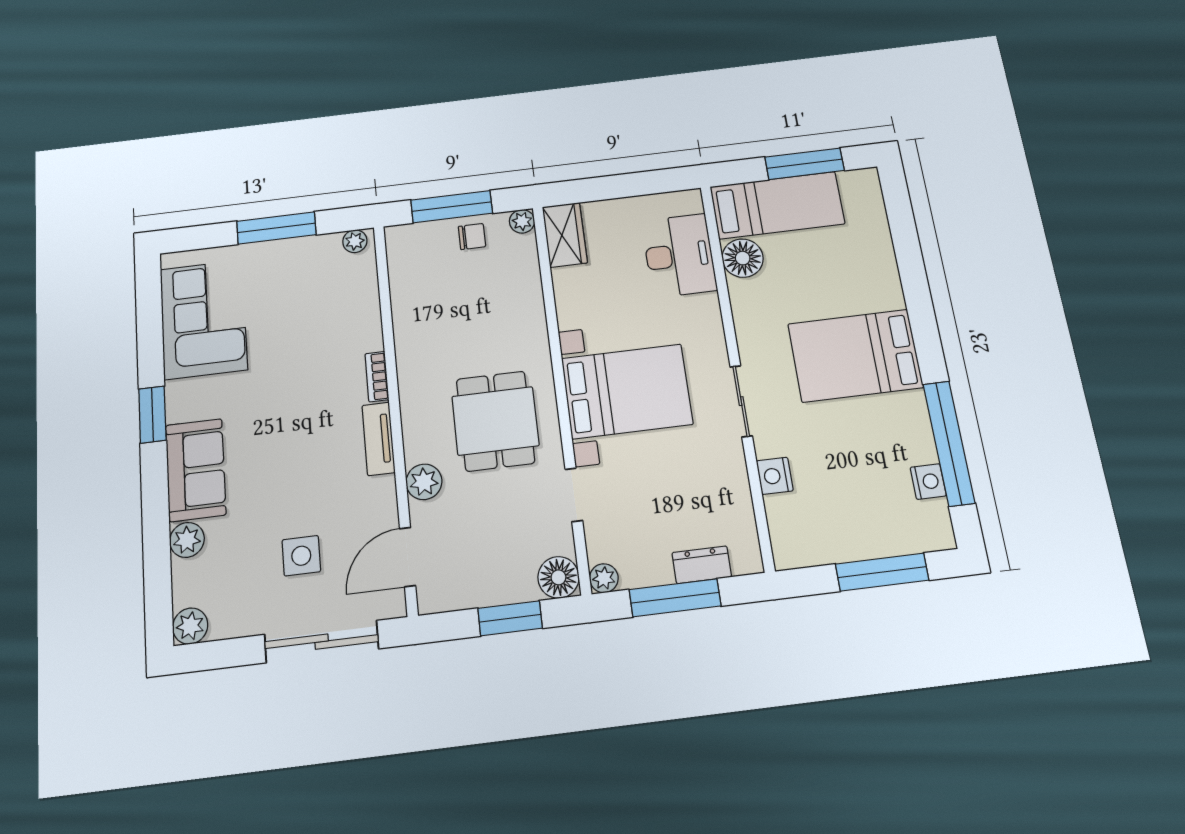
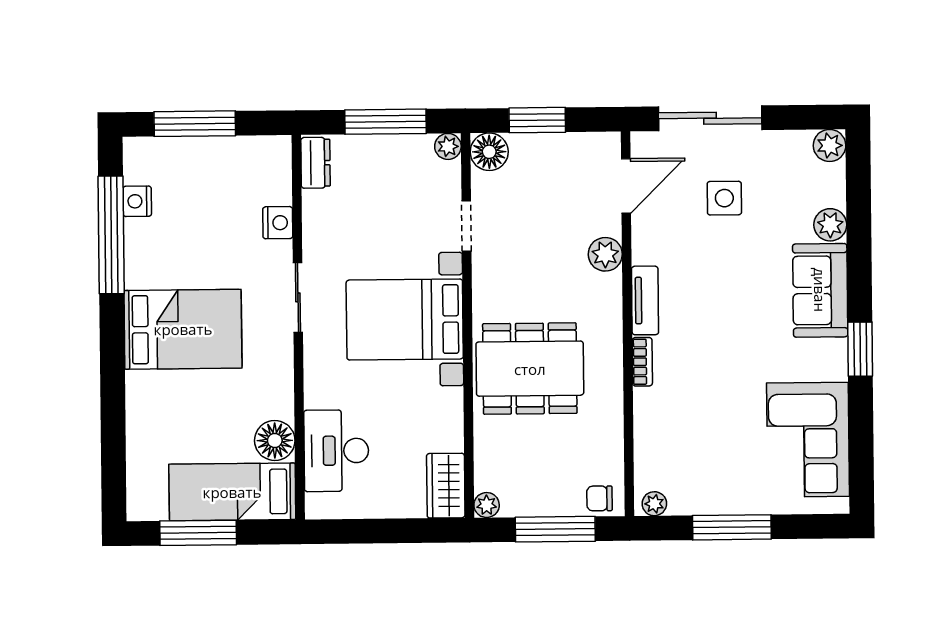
chair: (472, 237) -> (599, 498), moved
dining table: (495, 421) -> (530, 369), moved, width x1.38
dresser: (702, 565) -> (315, 163), moved, turned -90

